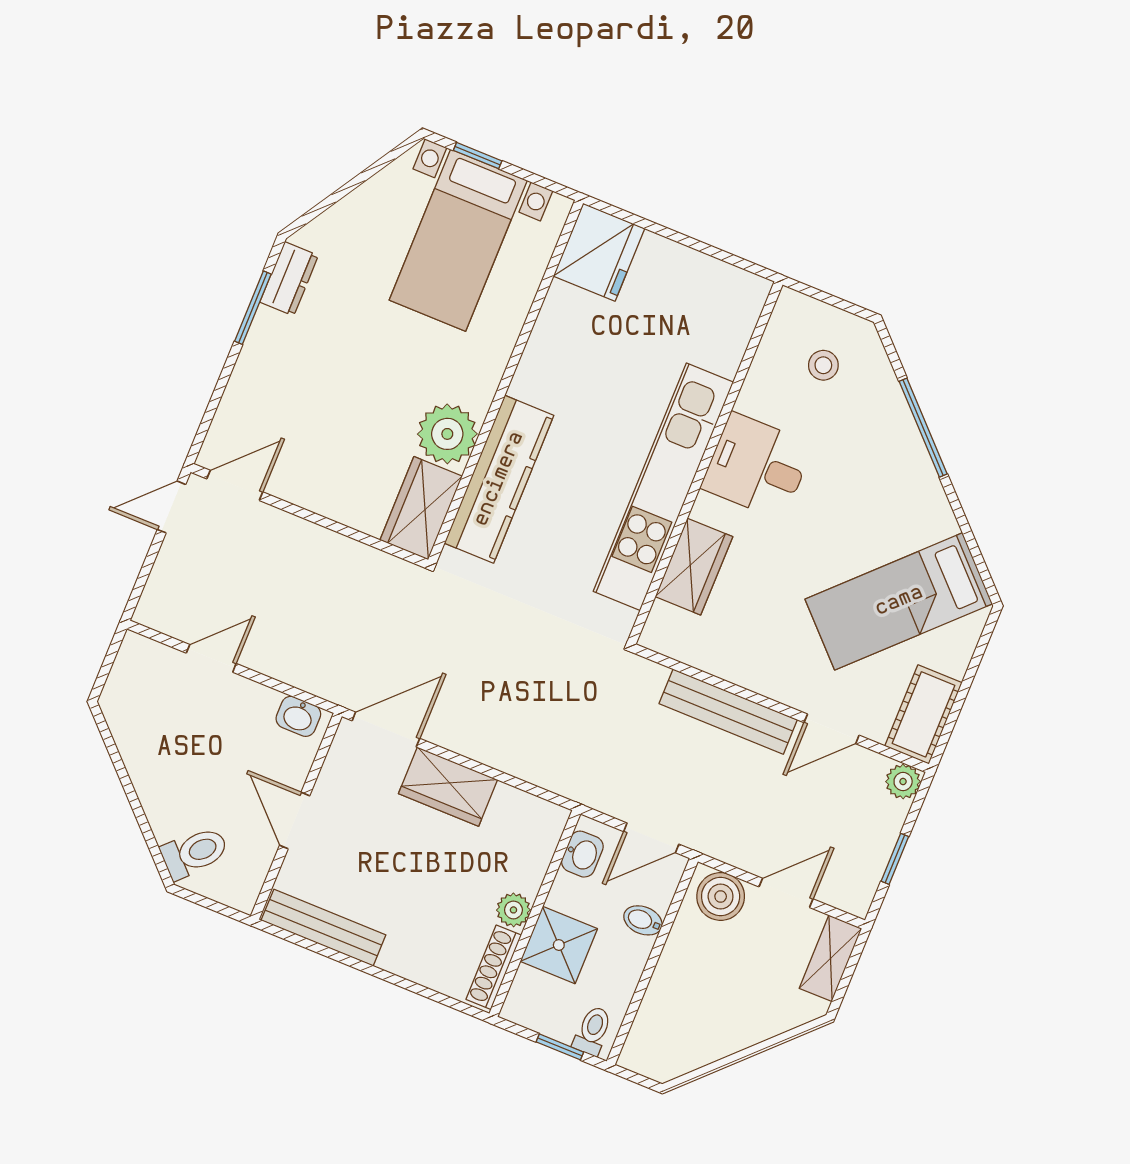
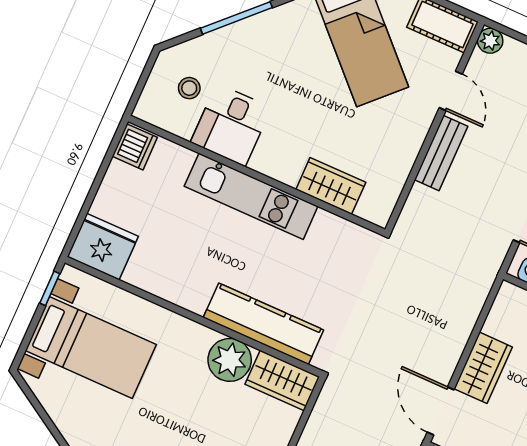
window: (478, 156) -> (50, 288), moved
dishwasher: (739, 292) -> (135, 147), added
desk: (757, 466) -> (231, 125), moved
kitchen unit: (663, 487) -> (251, 196), width x0.73
bench: (728, 712) -> (441, 153), width x0.73

